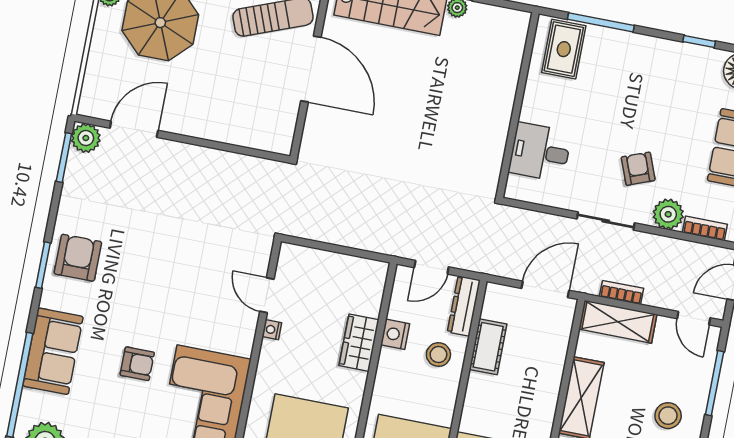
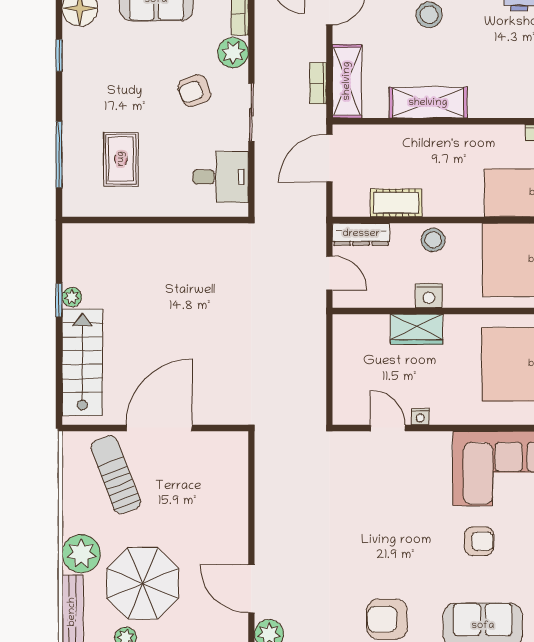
rug: (564, 49) -> (121, 159), moved, turned 90
desk: (540, 152) -> (221, 177), moved, turned -90
door: (545, 289) -> (329, 158), hinge flipped
door: (267, 295) -> (388, 428), swing flipped
nightstand: (395, 334) -> (429, 296), moved
stool: (438, 355) -> (433, 240), moved
armchair: (137, 364) -> (479, 541), turned 90

